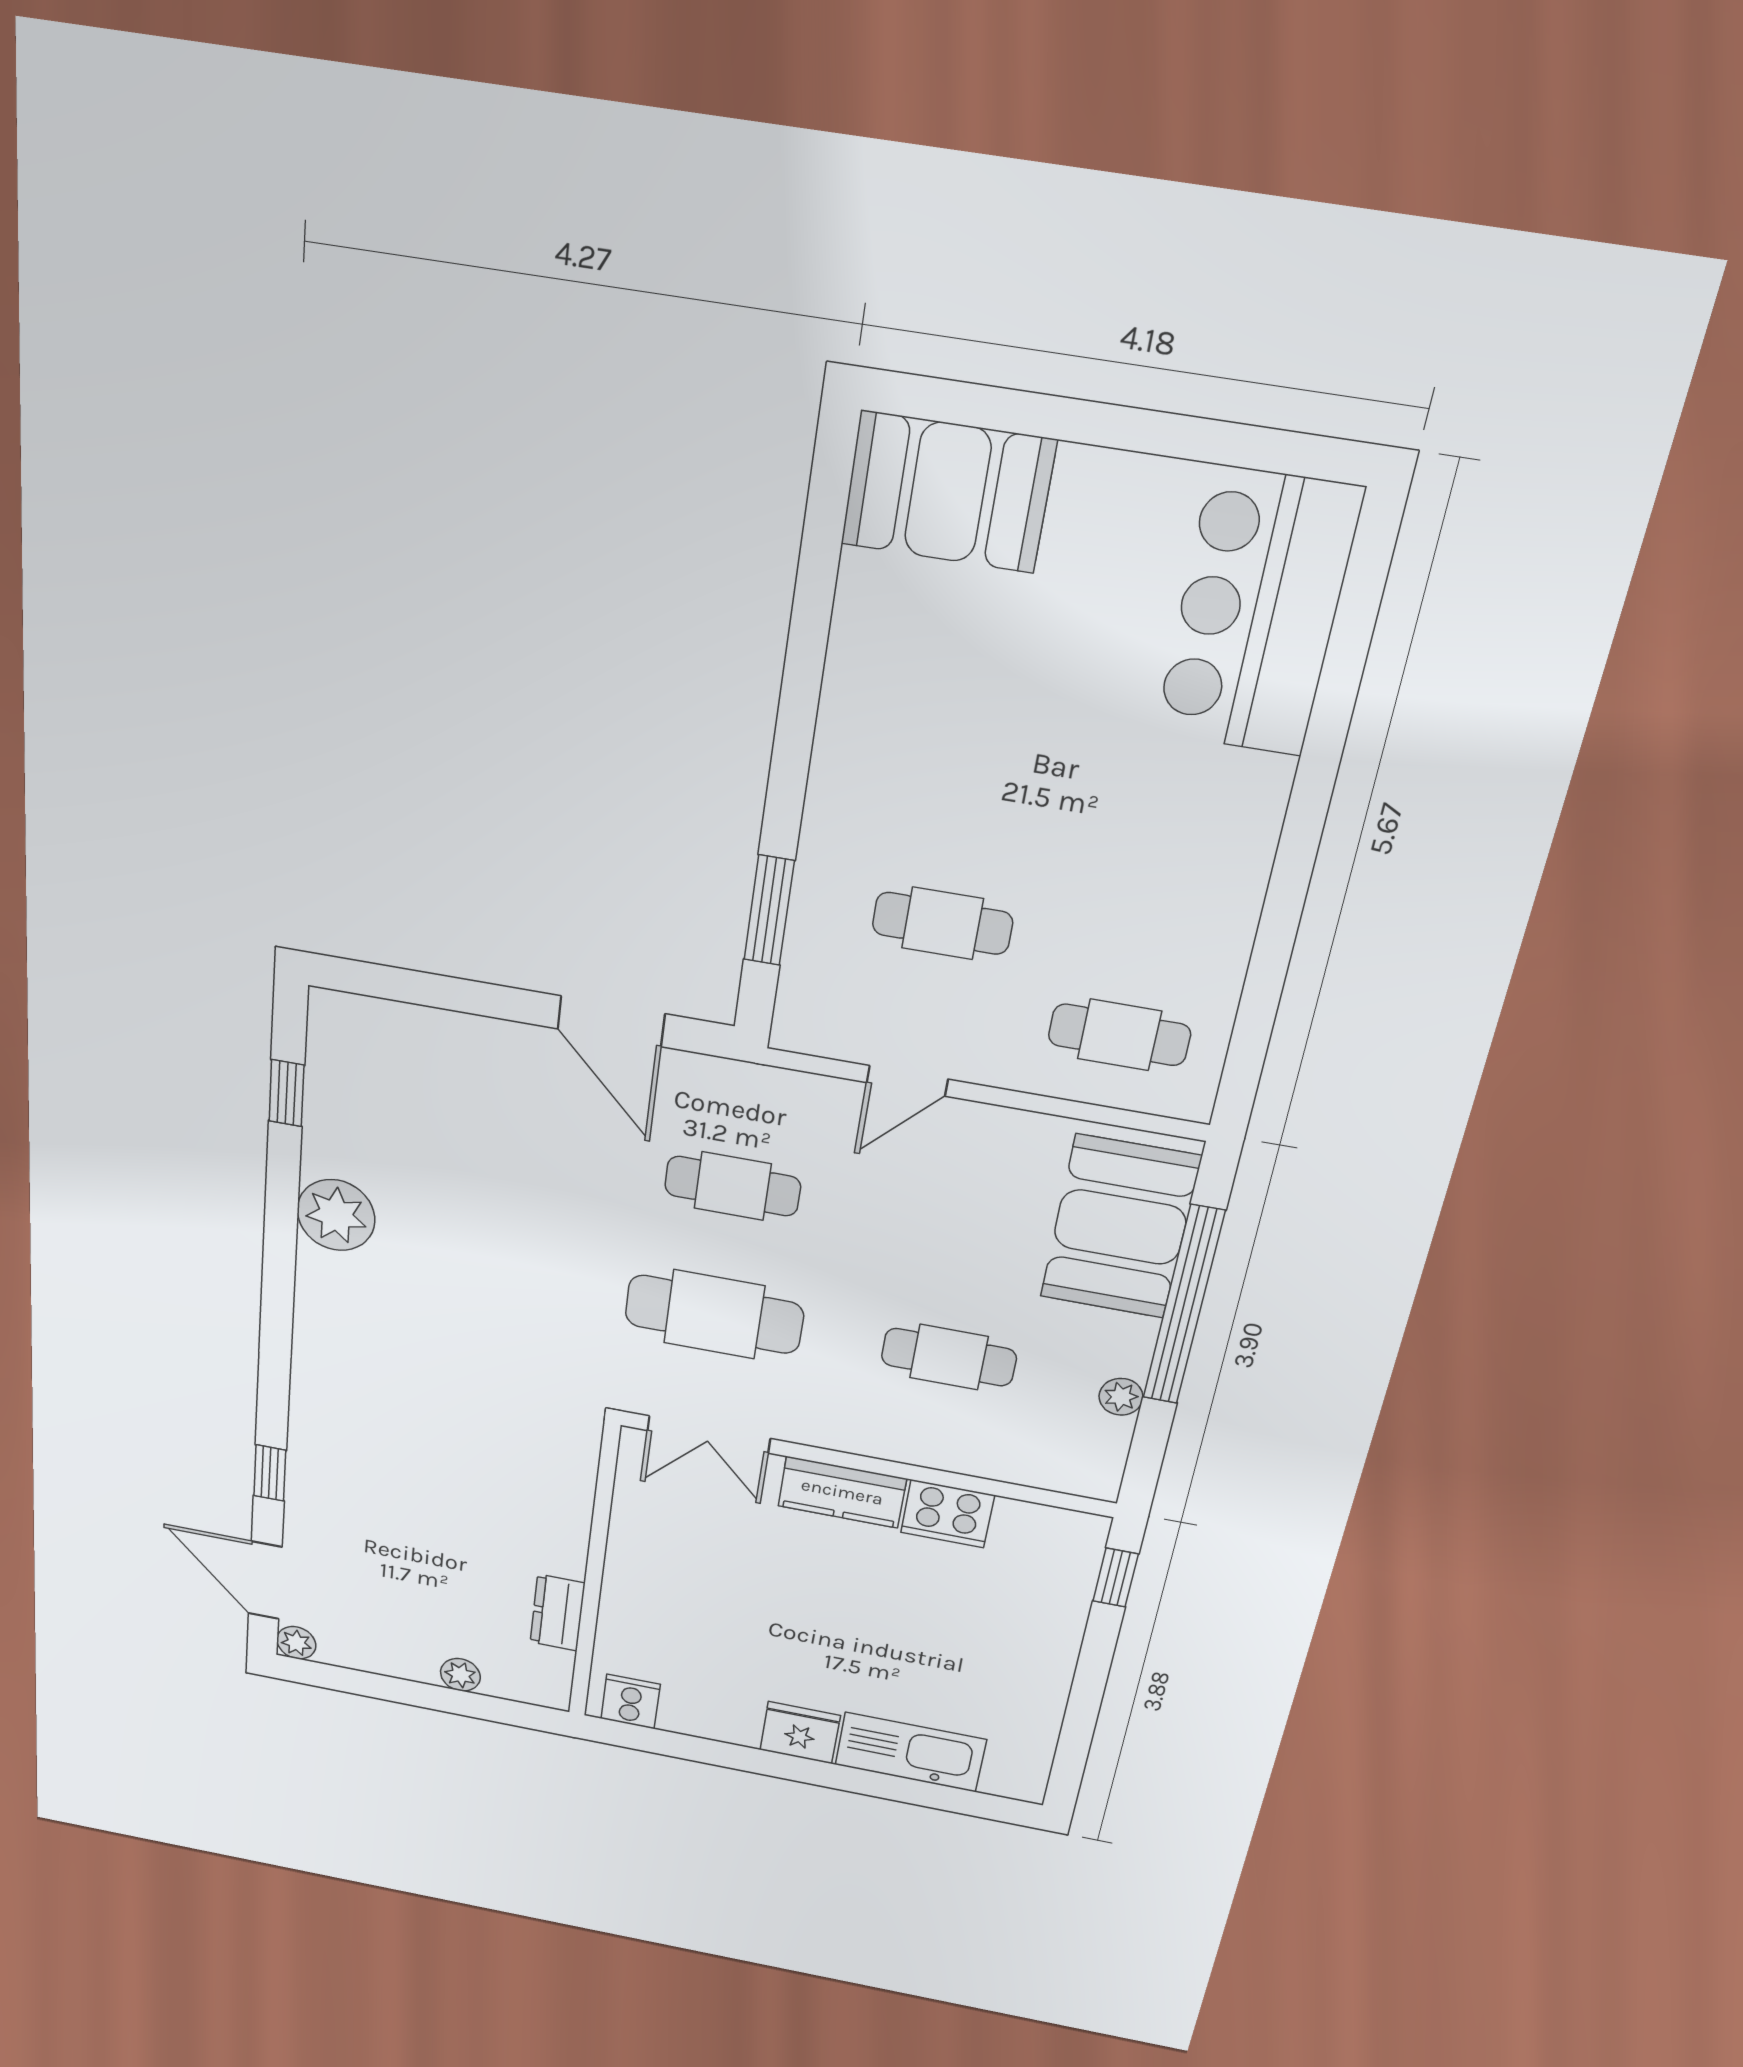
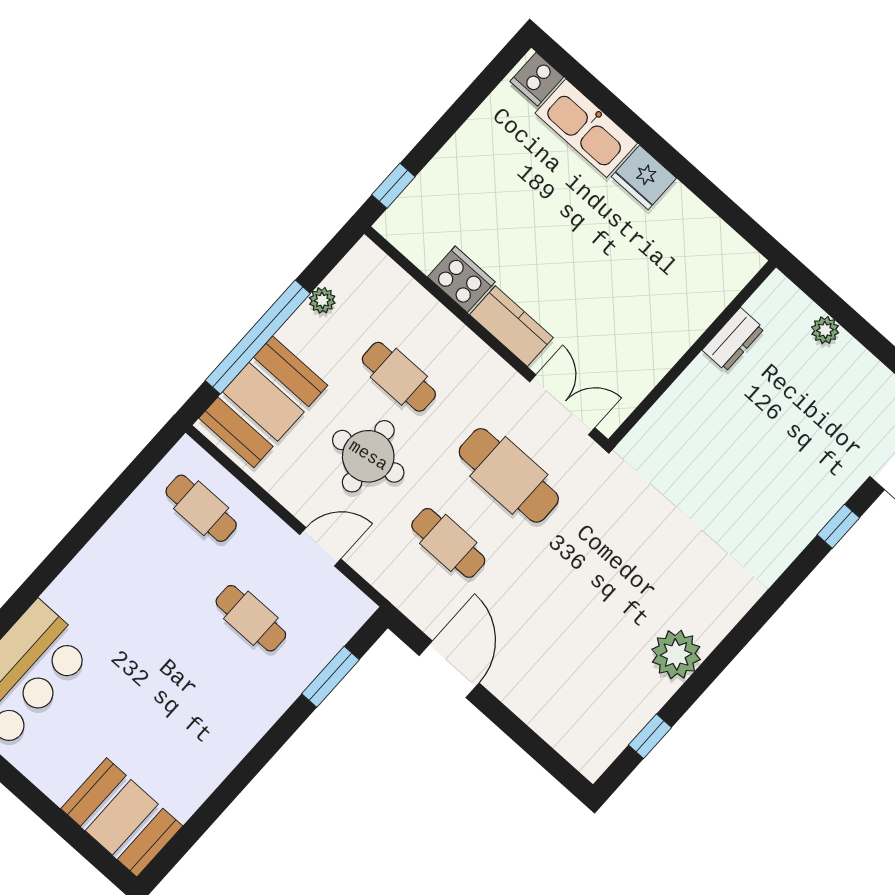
round table: (921, 1236) -> (368, 456), added
cooker: (631, 1701) -> (537, 79), moved

